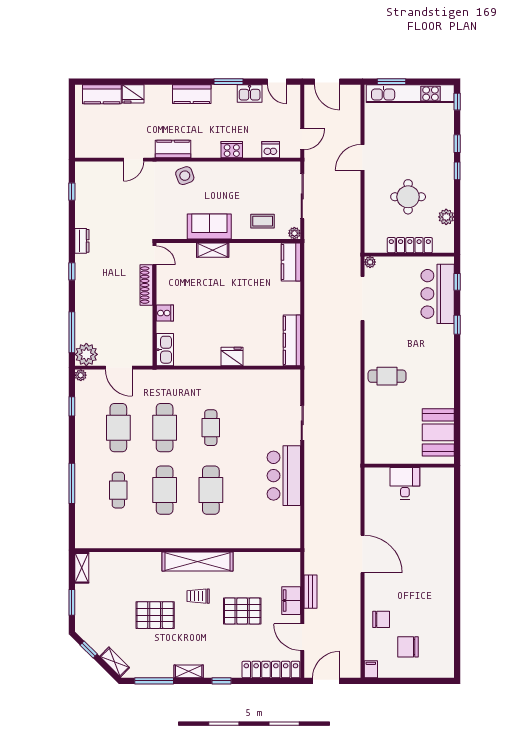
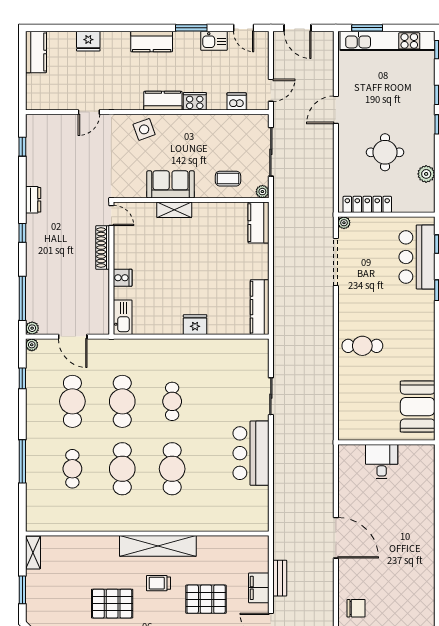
kitchen counter: (102, 94) -> (36, 52), moved, turned -90
kitchen counter: (173, 149) -> (163, 101), moved
locker: (410, 245) -> (367, 204), moved
plant: (86, 354) -> (32, 328), width x0.53, depth x0.53

